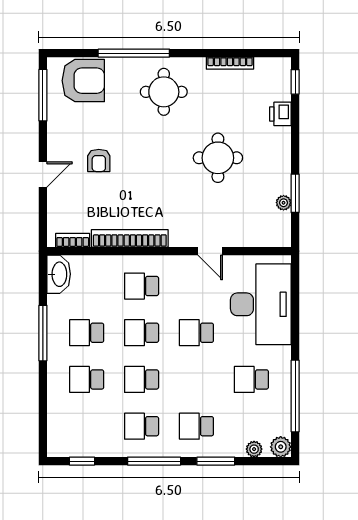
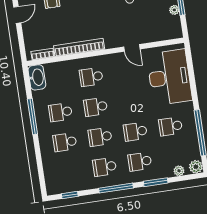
school desk: (196, 333) -> (135, 132), moved

